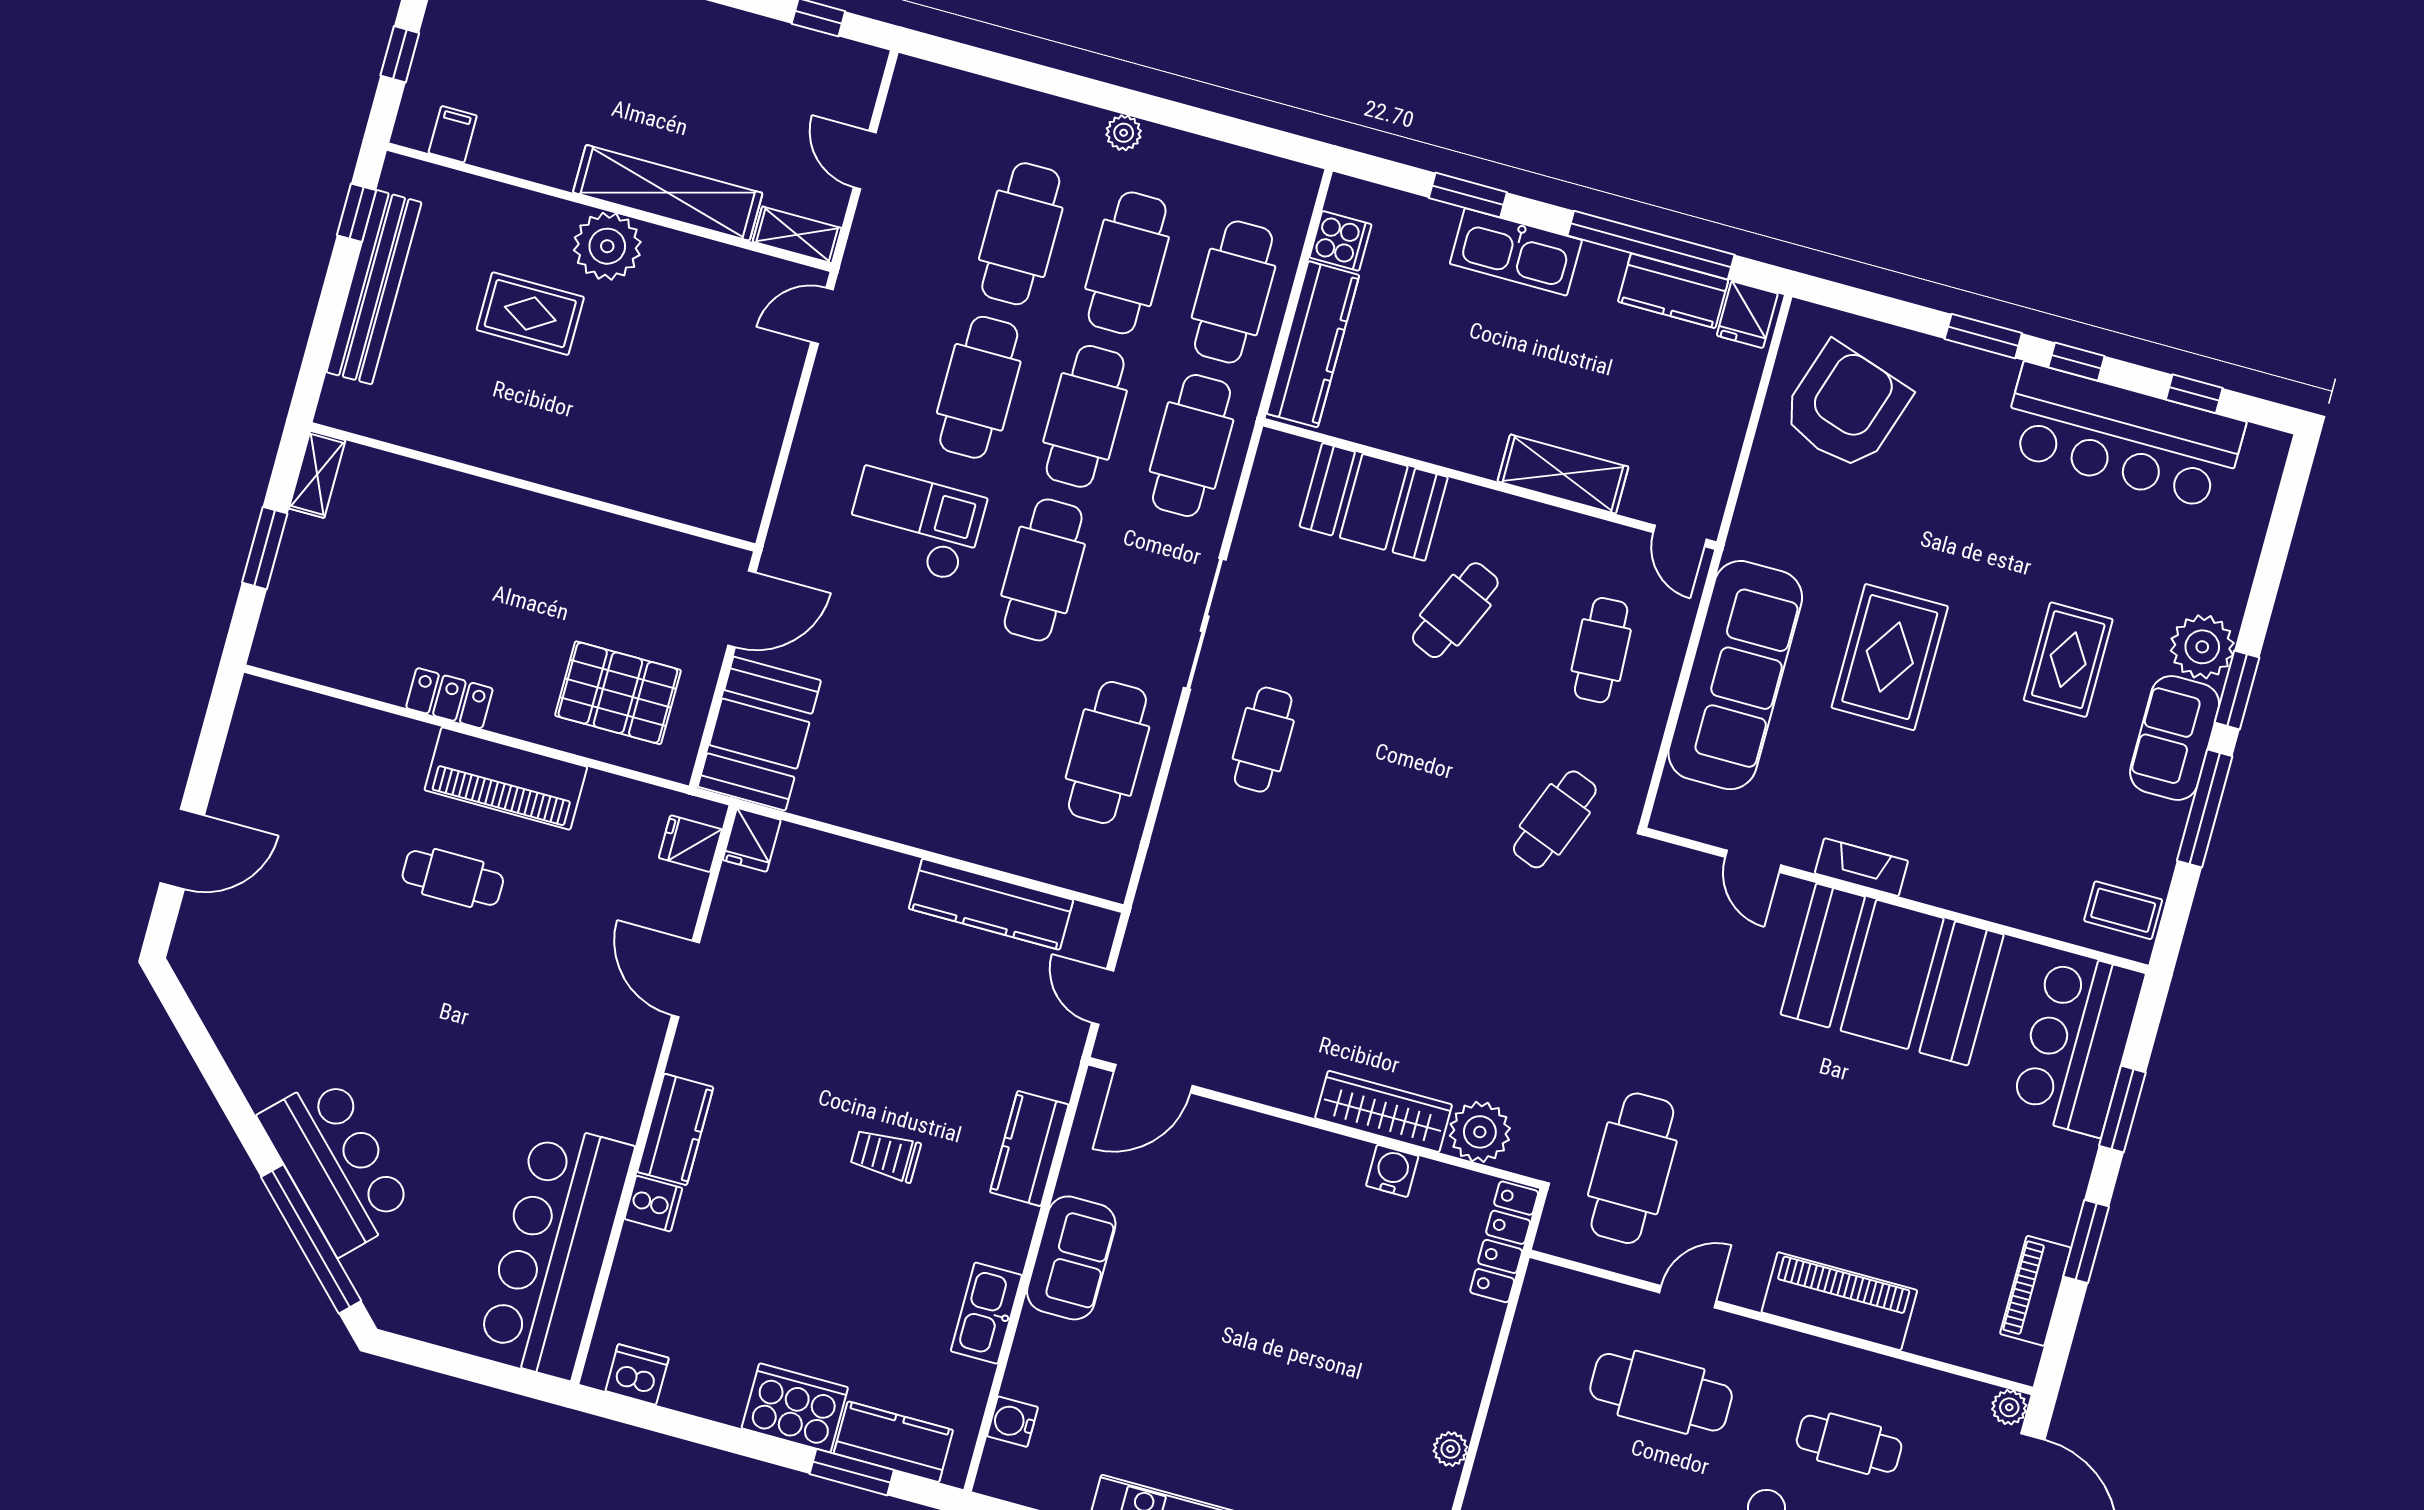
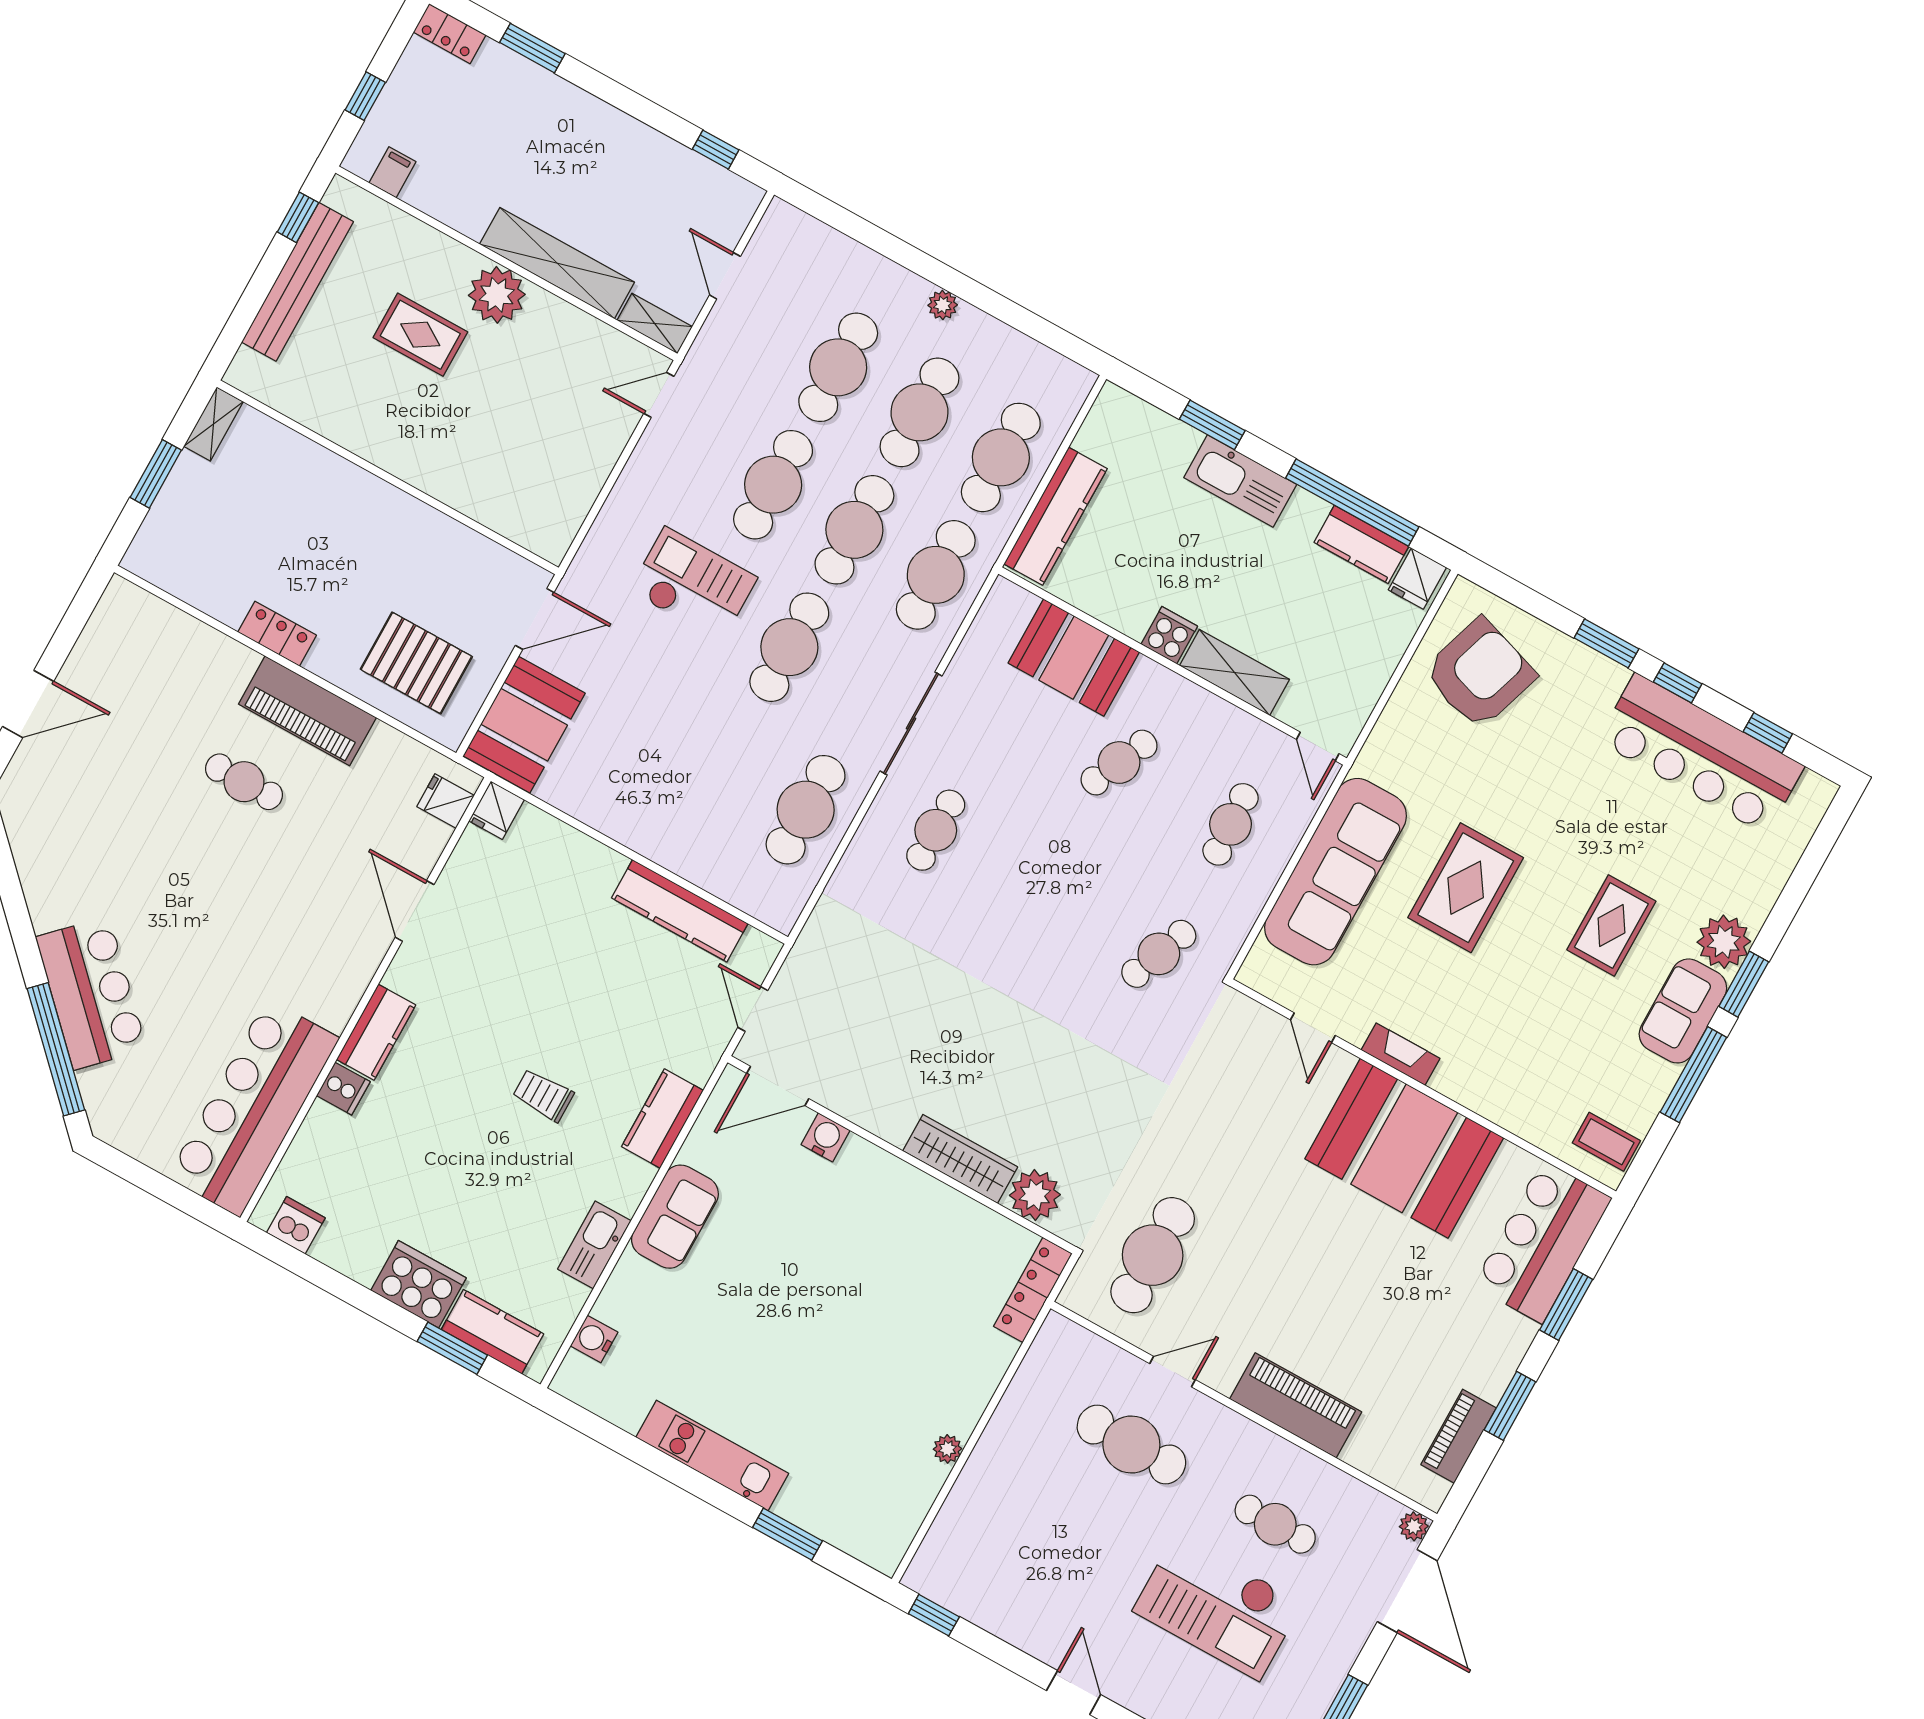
cooker: (1341, 241) -> (1169, 635), moved, turned -90
water cooler: (1392, 1171) -> (826, 1137), moved

